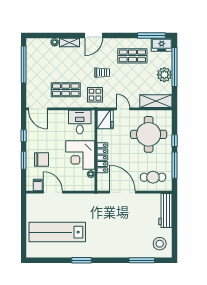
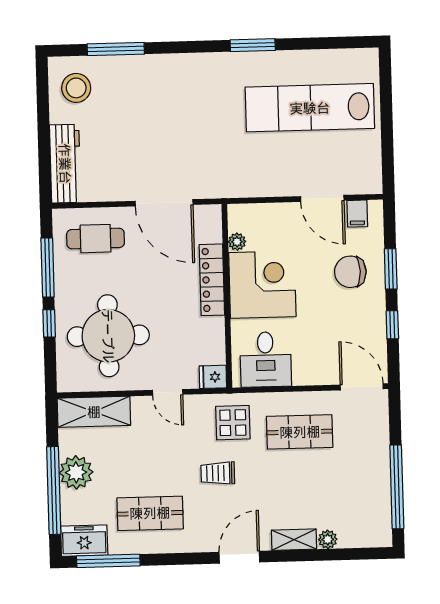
fridge: (105, 119) -> (213, 377), width x0.53, depth x0.75
lab bench: (57, 232) -> (310, 108), turned 180

